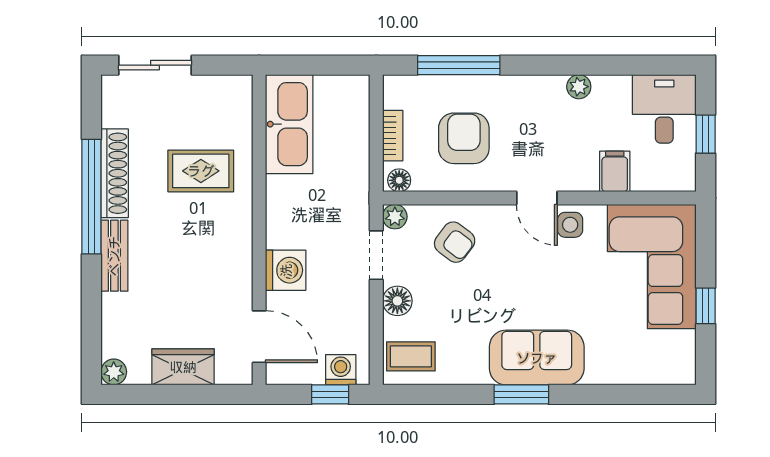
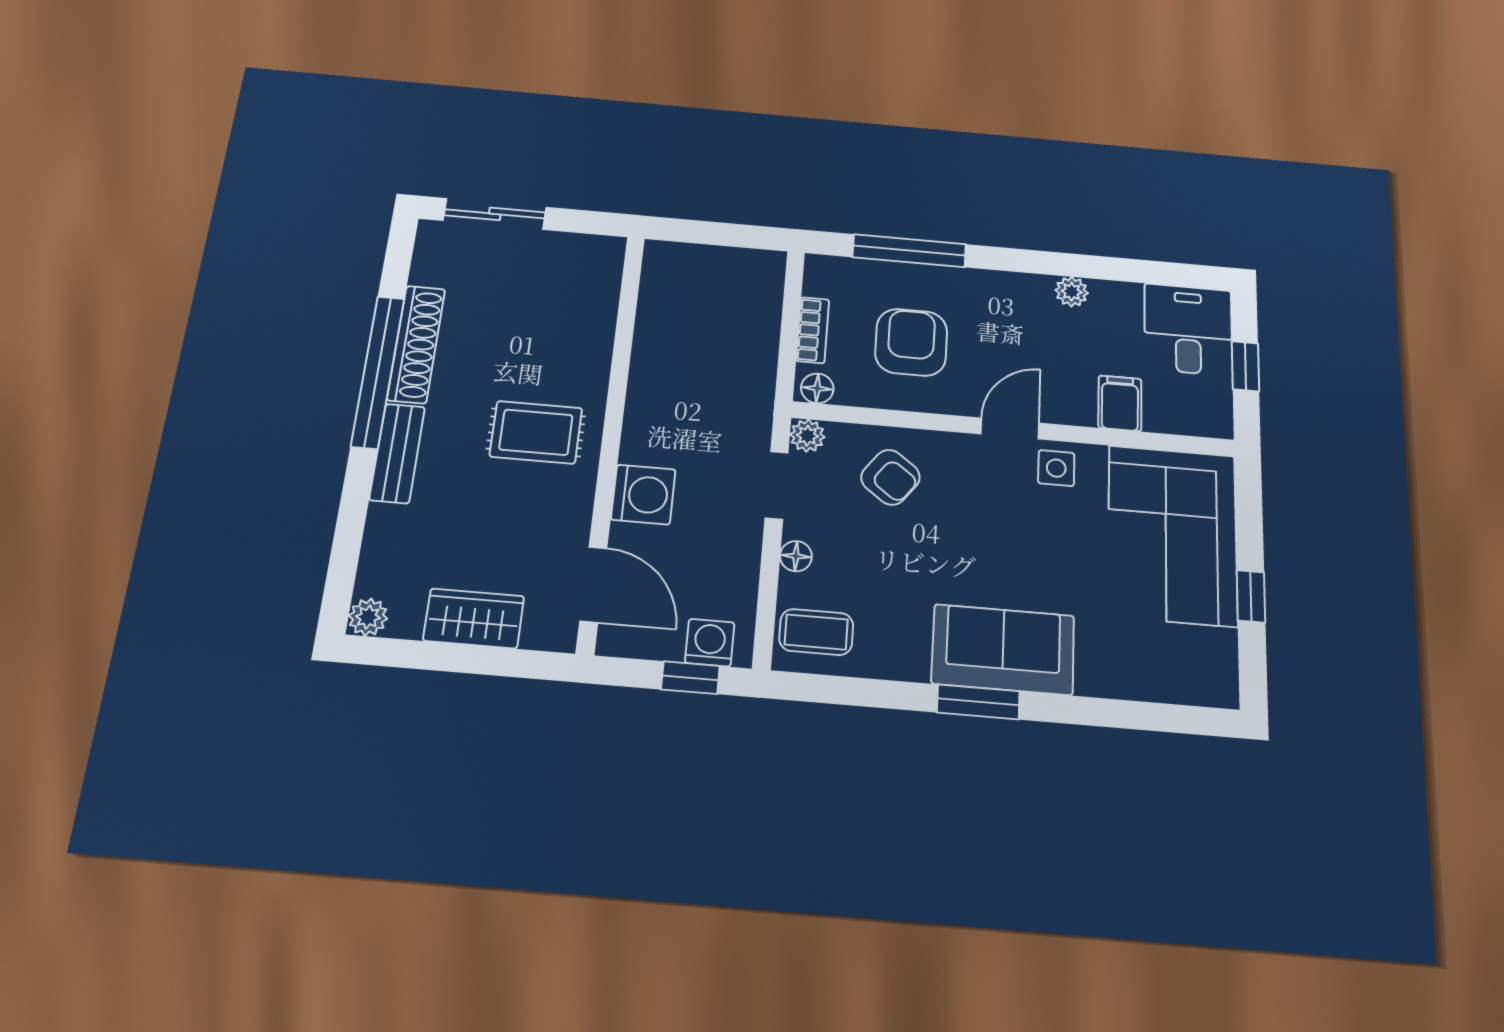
kitchen sink: (289, 124) -> (670, 303), removed
rug: (201, 171) -> (536, 432), moved
door: (537, 198) -> (1010, 429), swing flipped
floor lamp: (397, 301) -> (796, 556), width x0.73, depth x0.73

